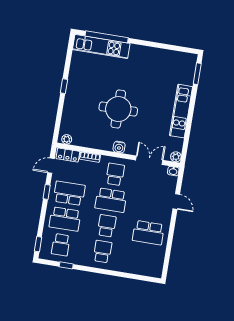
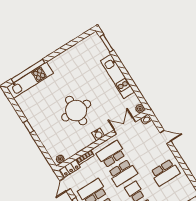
school desk: (115, 174) -> (111, 154), width x1.85

